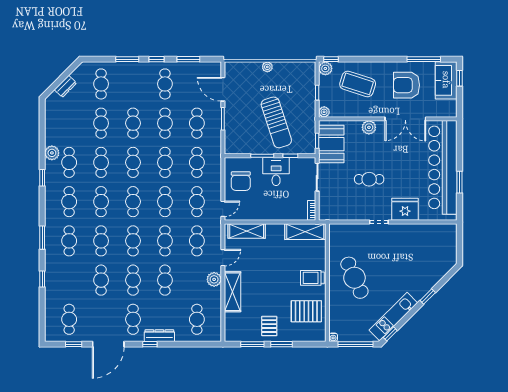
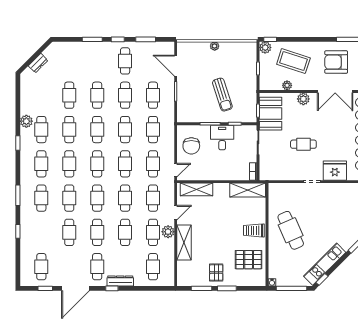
cafe table: (101, 84) -> (153, 232), moved
plant: (324, 112) -> (287, 85), moved
sun lounger: (276, 122) -> (222, 95), width x0.73, depth x0.75

